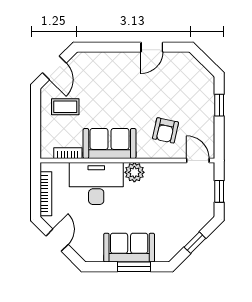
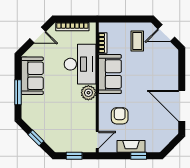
door: (152, 47) -> (182, 106), width x1.88
fireplace: (207, 115) -> (131, 146), added
armchair: (166, 130) -> (120, 116), turned 78
sofa: (129, 248) -> (32, 76), moved

